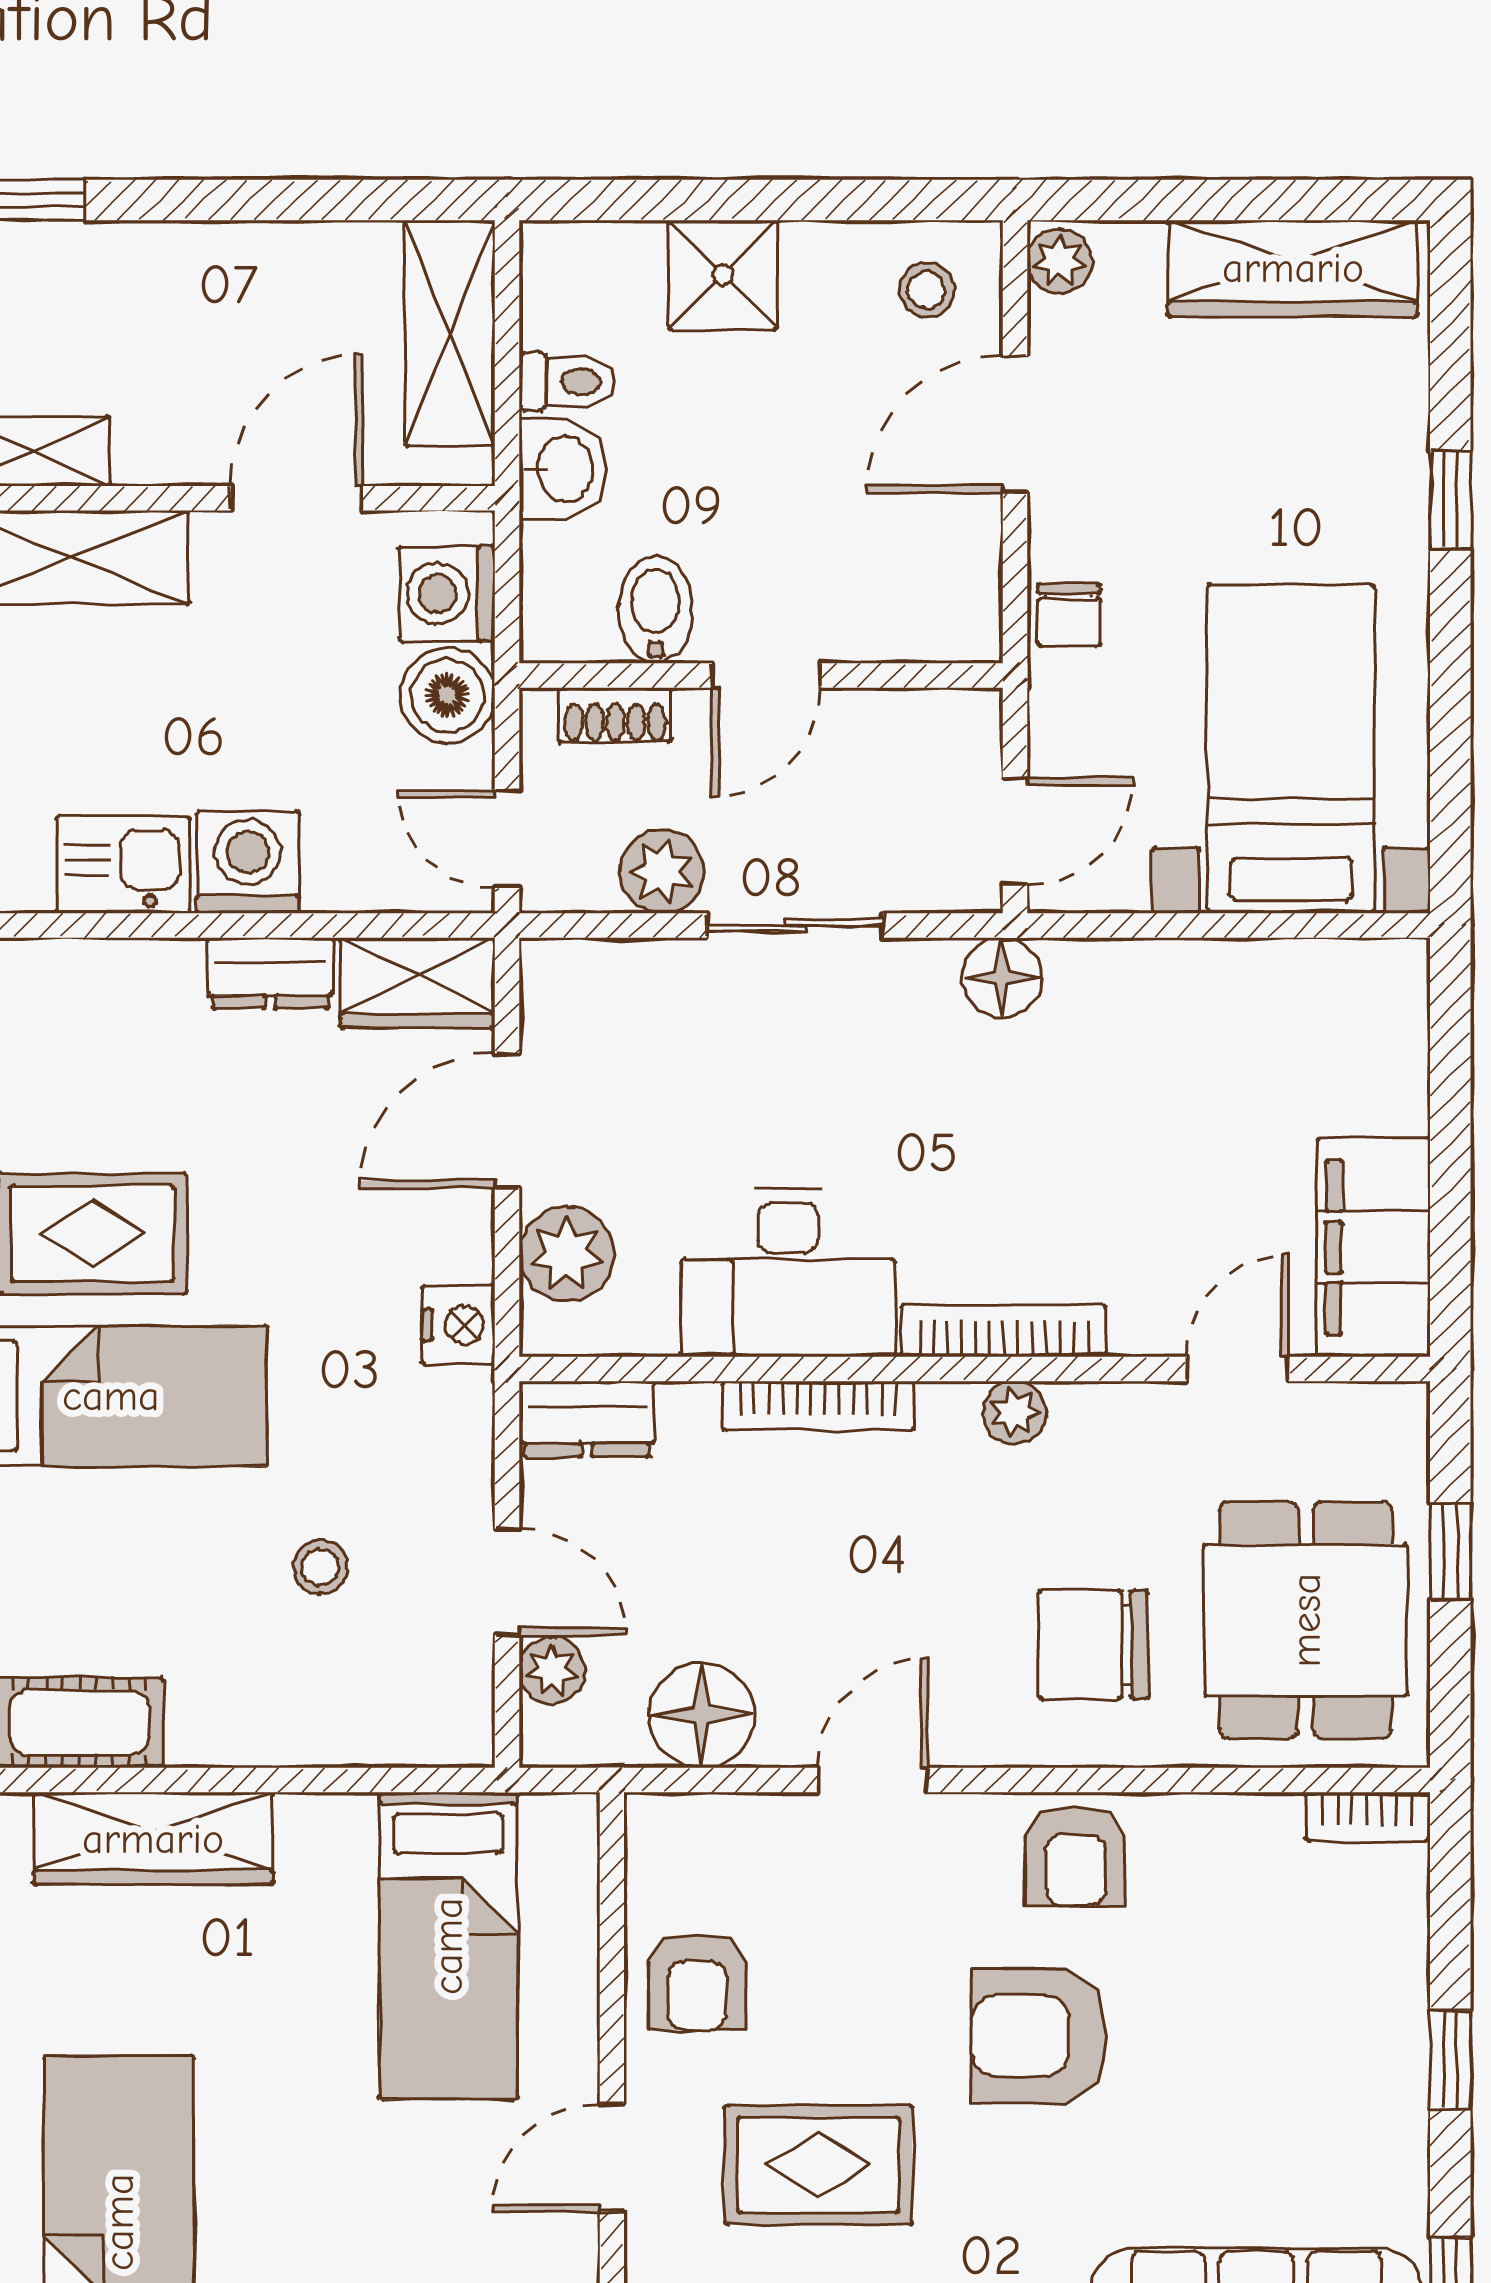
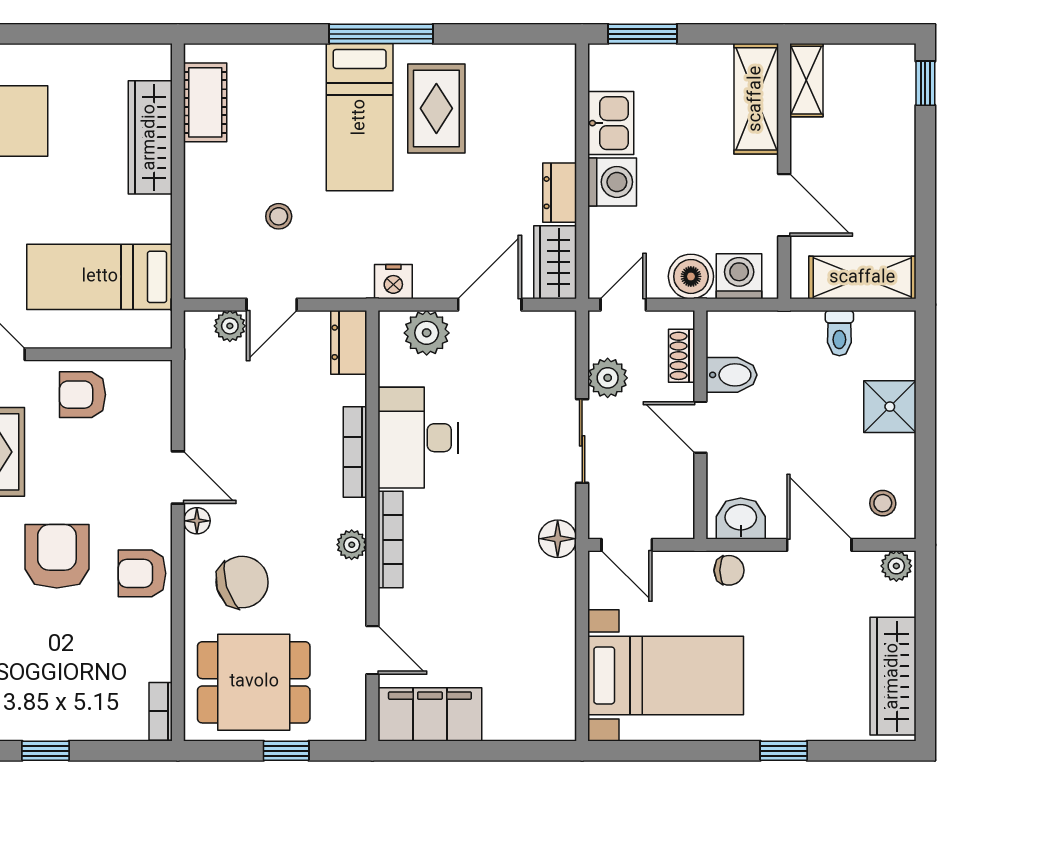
washbasin: (563, 469) -> (741, 519), moved, turned 180
chair: (1069, 615) -> (729, 570), turned 180
door: (507, 1121) -> (490, 305), hinge flipped
chair: (1094, 1644) -> (242, 582), turned 73
floor lamp: (702, 1715) -> (197, 521), moved, width x0.53, depth x0.53

